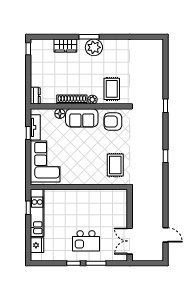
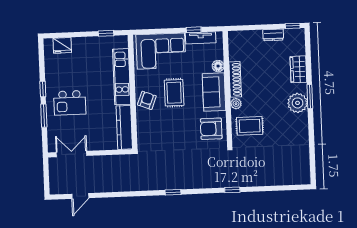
dresser: (35, 96) -> (273, 35), moved
armchair: (113, 122) -> (211, 129), turned -90
rug: (115, 165) -> (174, 93), moved, turned 90
armchair: (87, 175) -> (147, 100), added
kitchen counter: (109, 195) -> (124, 127), added
kitchen unit: (37, 213) -> (122, 77), moved, turned 90
kitchen island: (86, 241) -> (70, 103), turned -90

